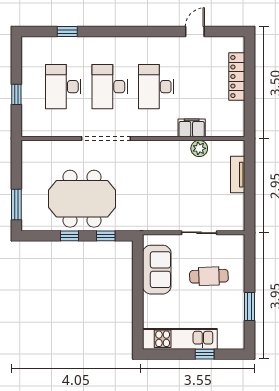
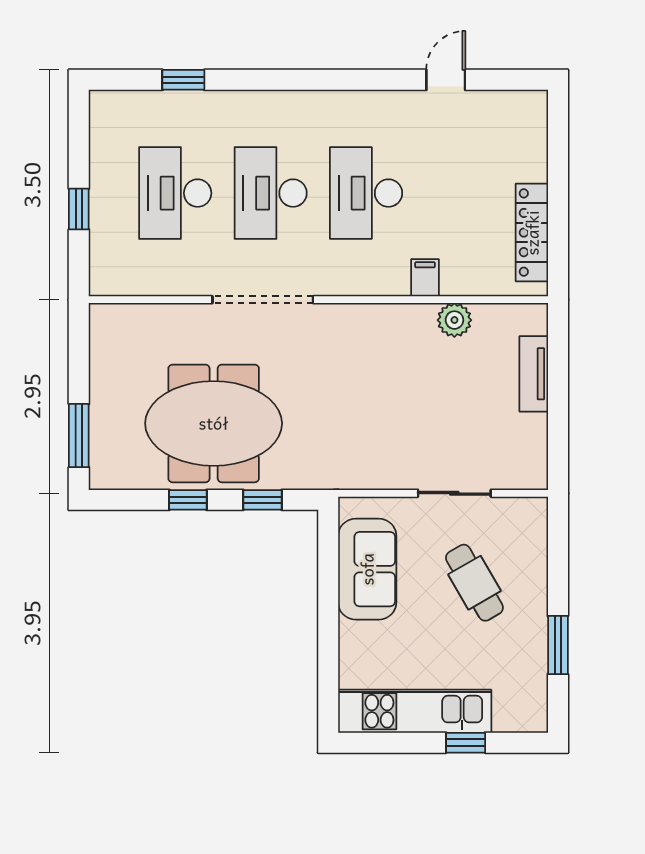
locker: (237, 77) -> (532, 233), moved
filing cabinet: (192, 128) -> (425, 278), width x0.50
cafe table: (209, 276) -> (474, 583), turned 62

